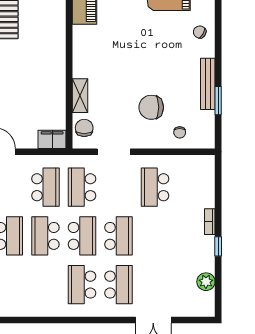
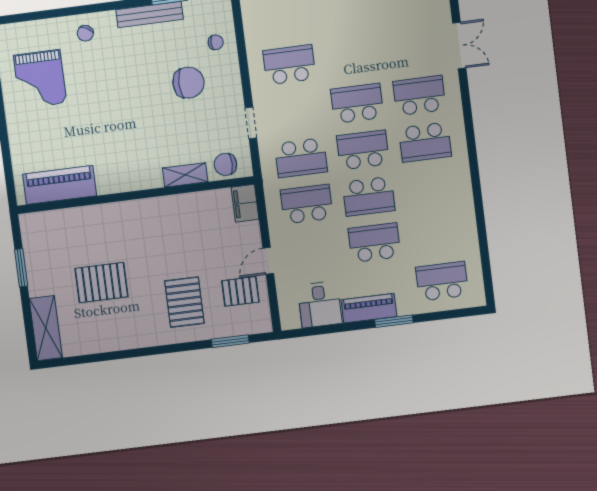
chair: (151, 107) -> (188, 83), turned -90
doorway: (114, 152) -> (251, 123), width x0.73
school desk: (155, 187) -> (289, 65), turned 180

